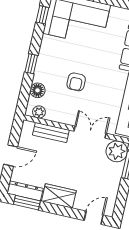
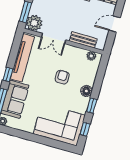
window: (31, 64) -> (92, 106), moved
floor lamp: (38, 90) -> (86, 91), moved

